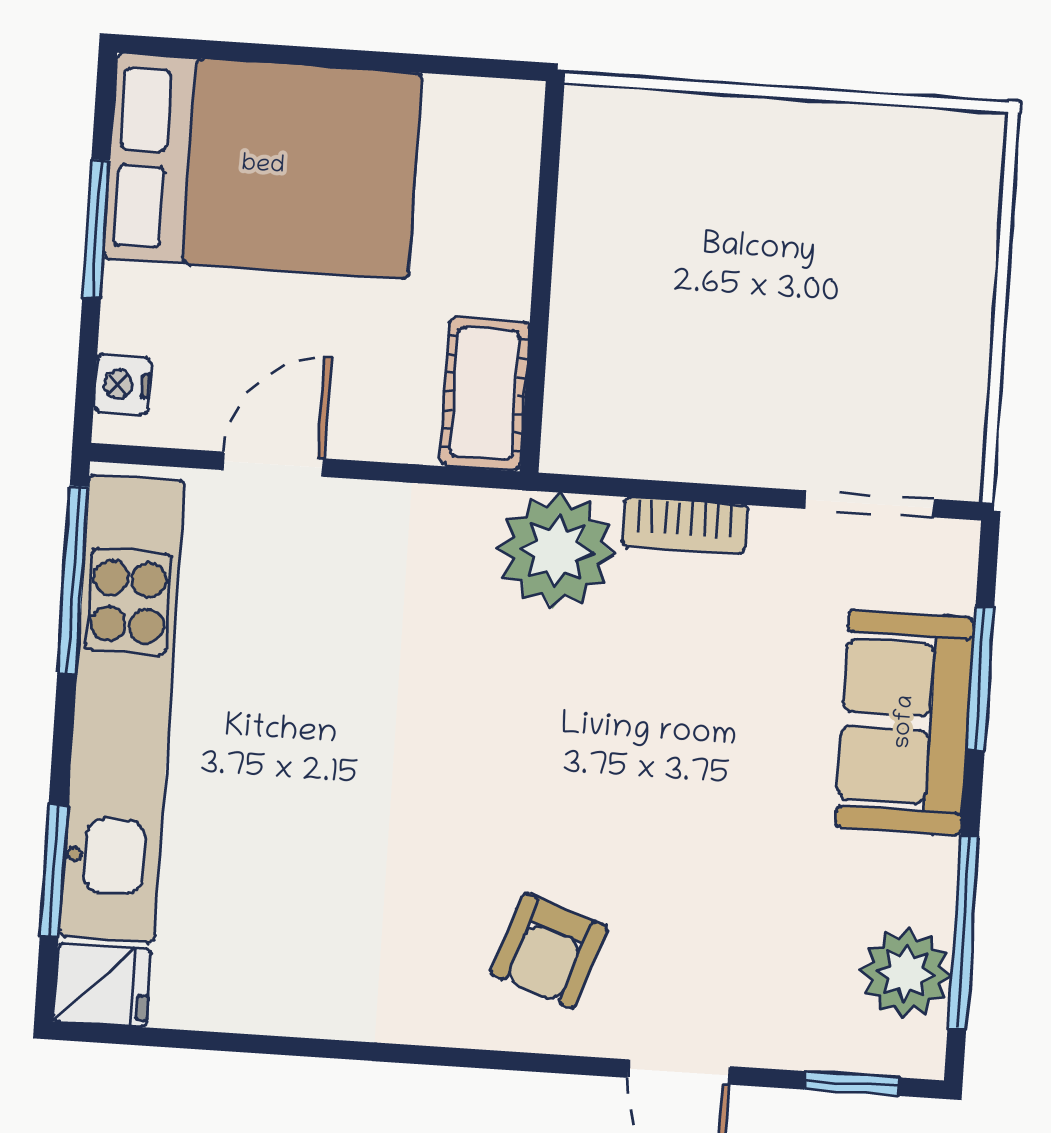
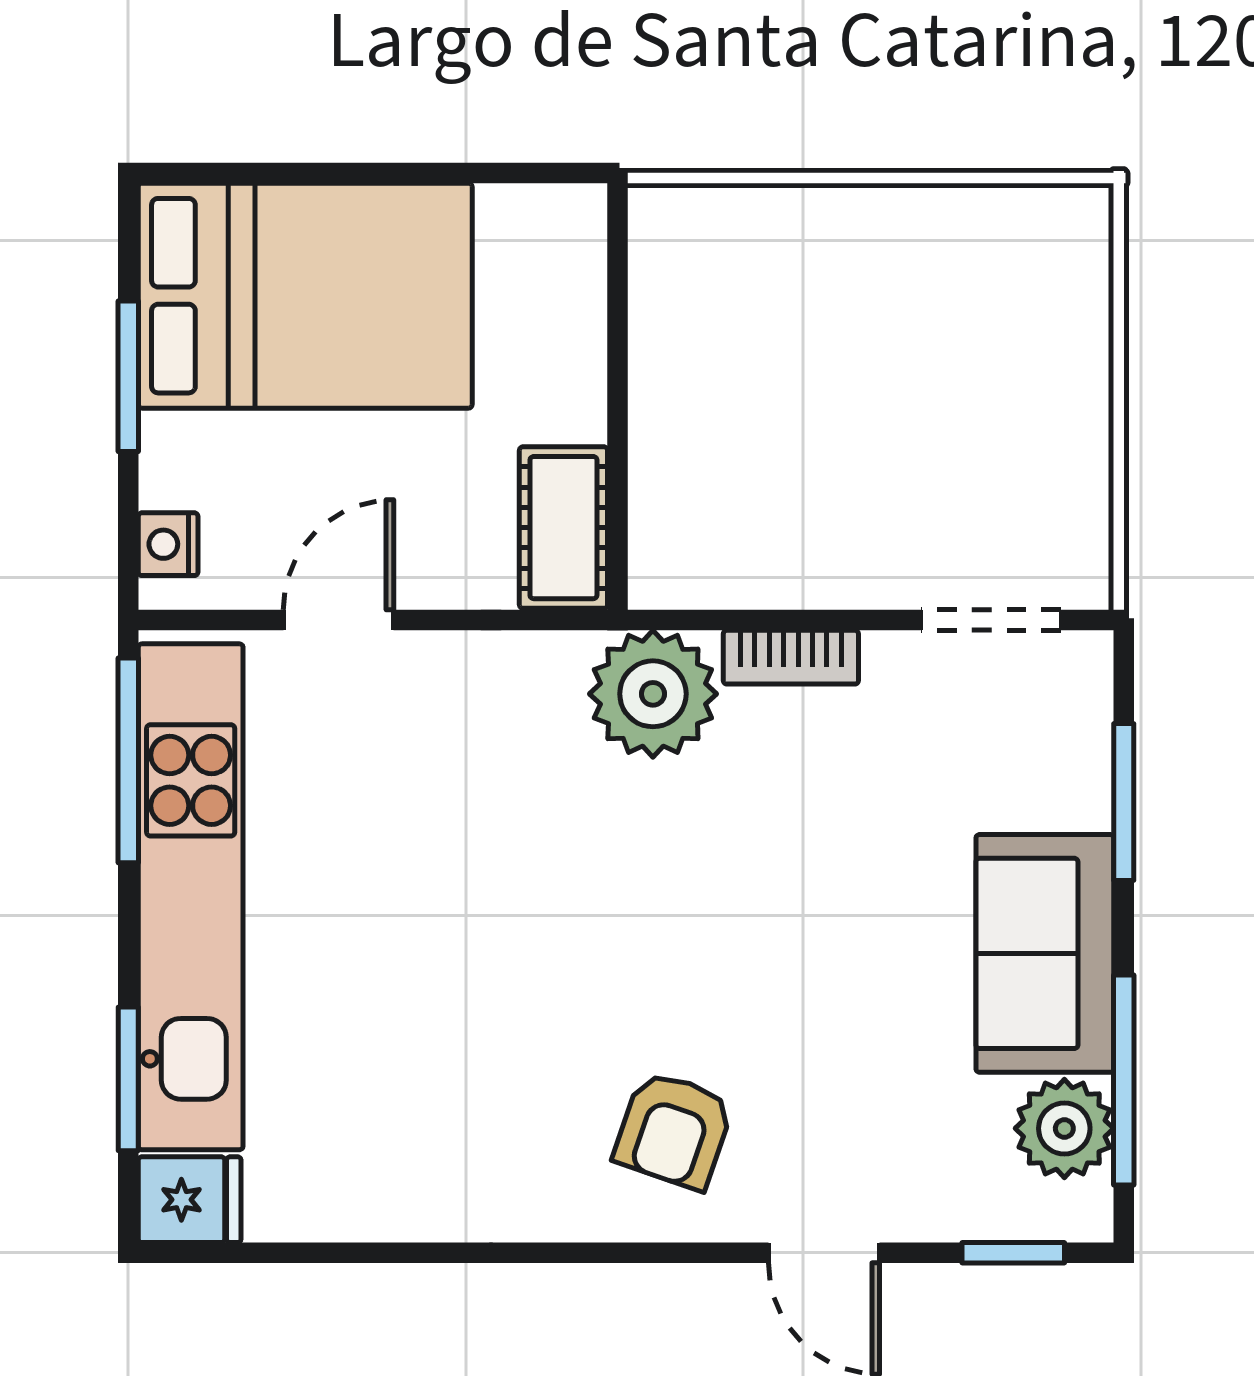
sofa: (905, 722) -> (1045, 953), moved

